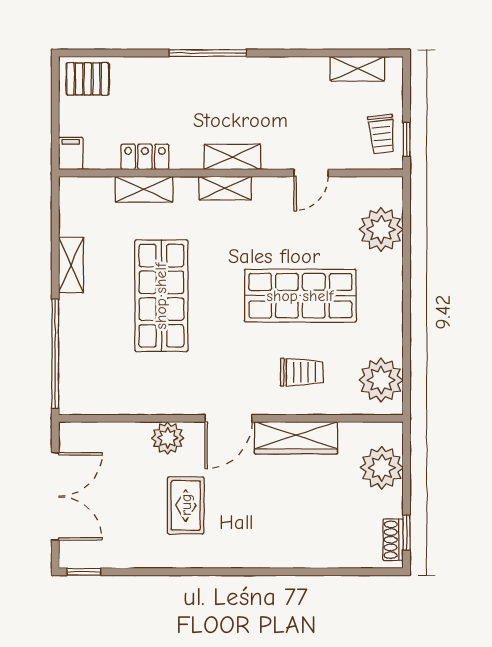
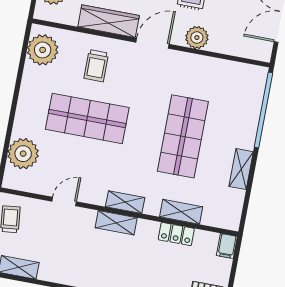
trolley: (302, 372) -> (96, 66), turned -90

